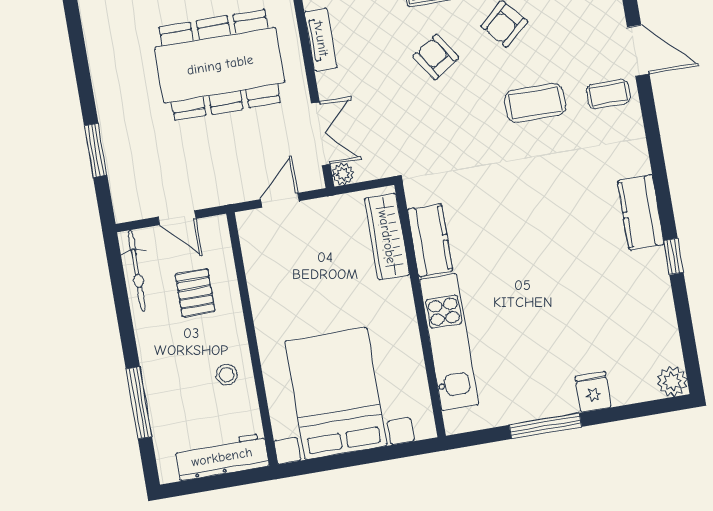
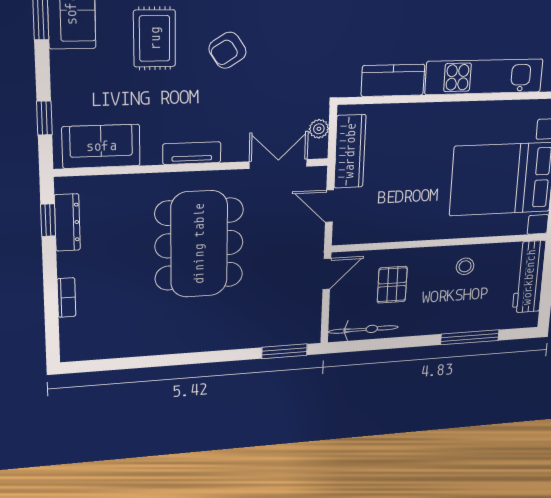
window: (96, 150) -> (284, 351), moved
plant: (343, 174) -> (319, 129), moved
door: (177, 218) -> (327, 274), moved
wardrobe: (387, 237) -> (350, 151), moved, turned -90
pallet: (195, 293) -> (392, 285), turned 90

